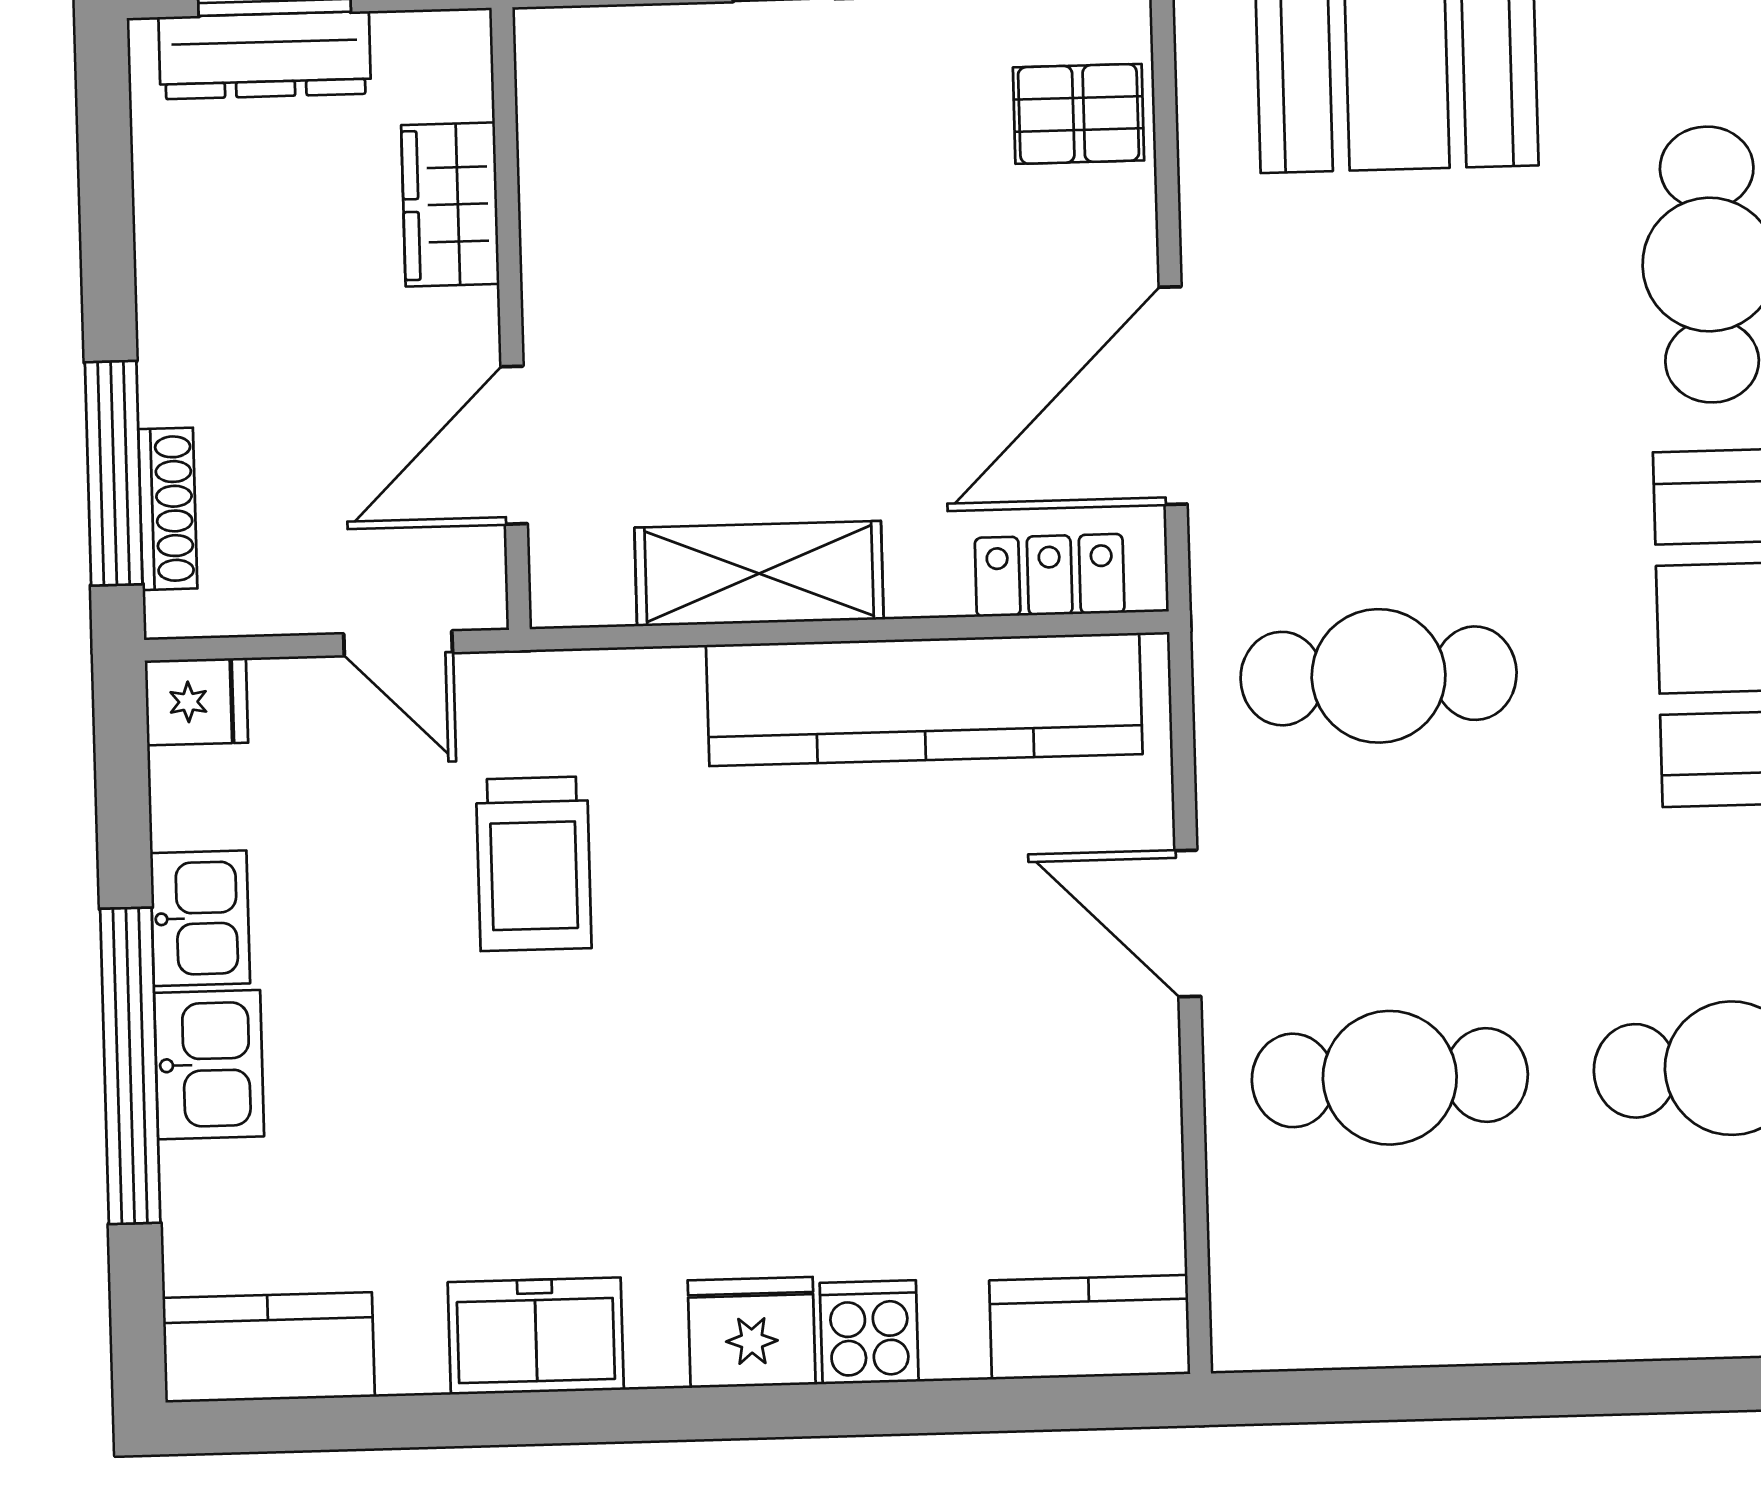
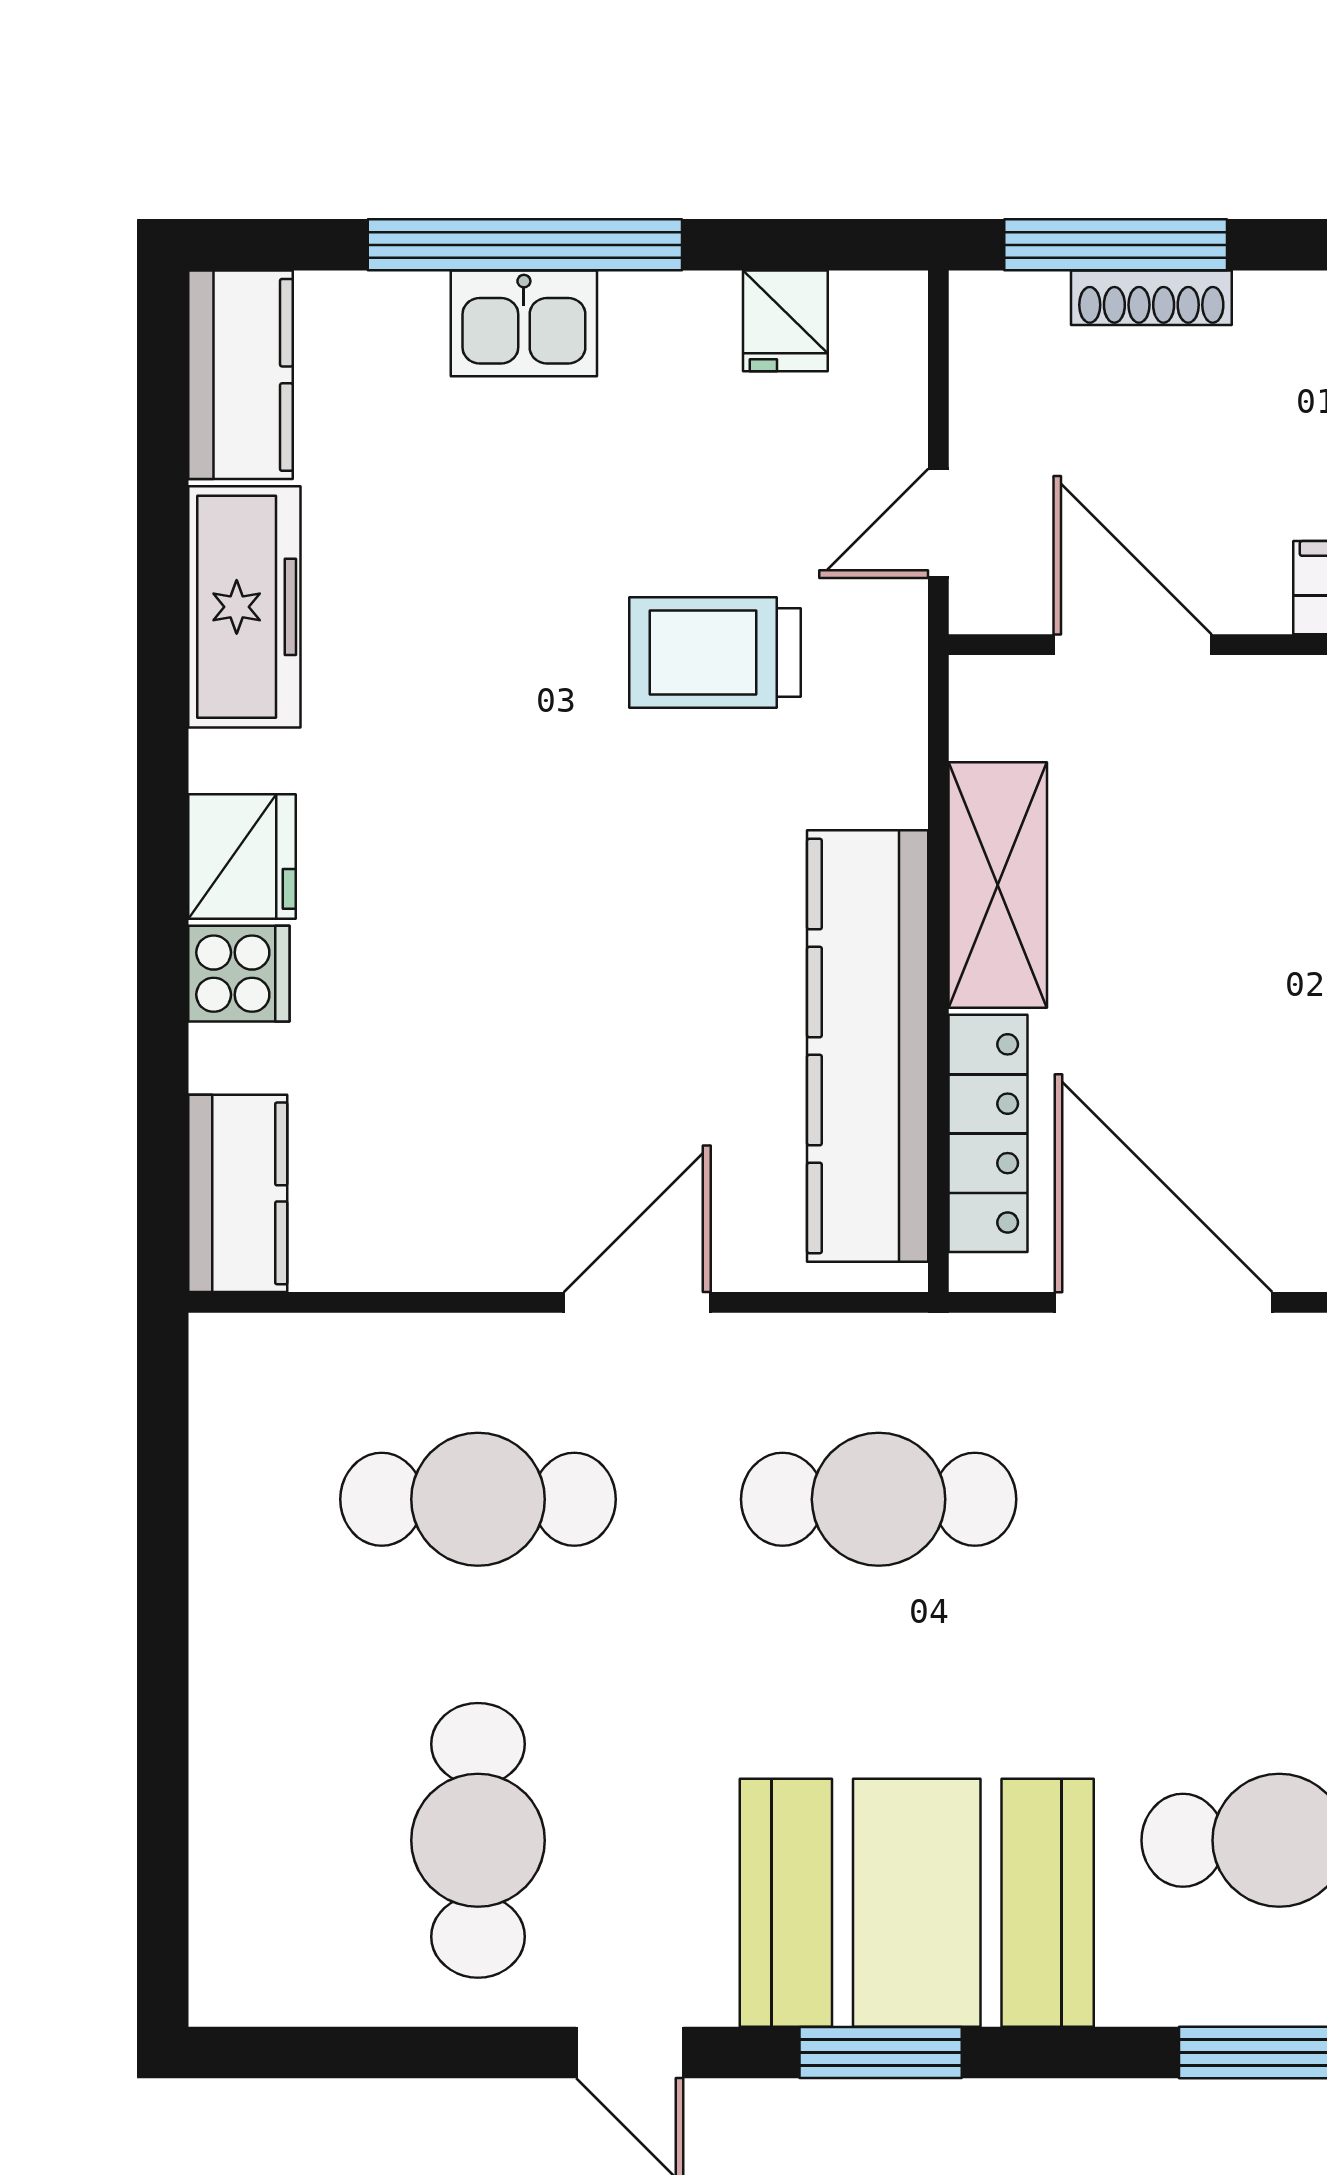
shoe rack: (168, 509) -> (1151, 298), moved
locker: (1050, 575) -> (988, 1133), width x1.53
cafe table: (1379, 676) -> (879, 1499), turned 90
fridge: (196, 702) -> (785, 321), moved
kitchen sink: (200, 918) -> (670, 319), removed
cafe table: (1390, 1078) -> (478, 1499), turned 90
freezer: (536, 1336) -> (244, 607), width x1.40

